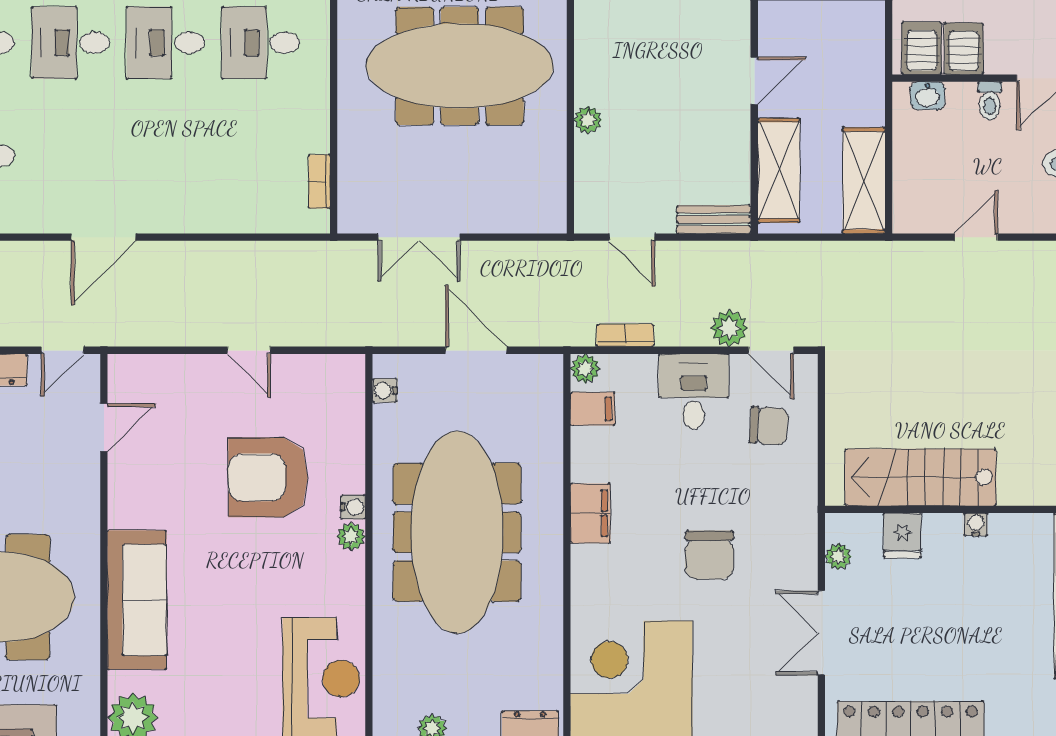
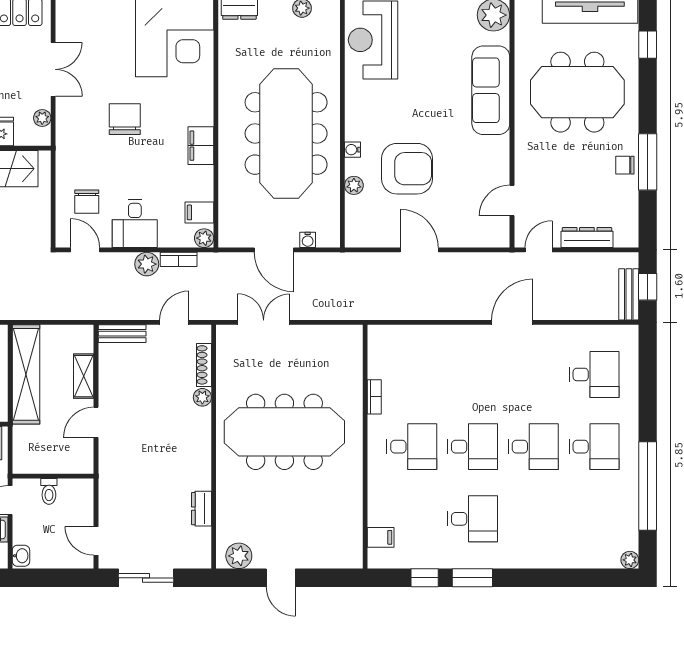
shoe rack: (585, 170) -> (204, 365), added
shelving: (779, 170) -> (84, 376), width x0.67, depth x0.75
shelving: (864, 181) -> (26, 374), width x1.47
bookcase: (319, 182) -> (374, 397), moved
double door: (419, 237) -> (264, 322), moved
door: (632, 237) -> (174, 322), hinge flipped
plant: (729, 328) -> (147, 264), moved
door: (249, 350) -> (419, 250), width x1.38
water cooler: (385, 391) -> (308, 240), moved, turned 90
chair: (769, 426) -> (87, 202), turned -94
plant: (351, 537) -> (354, 185), moved

